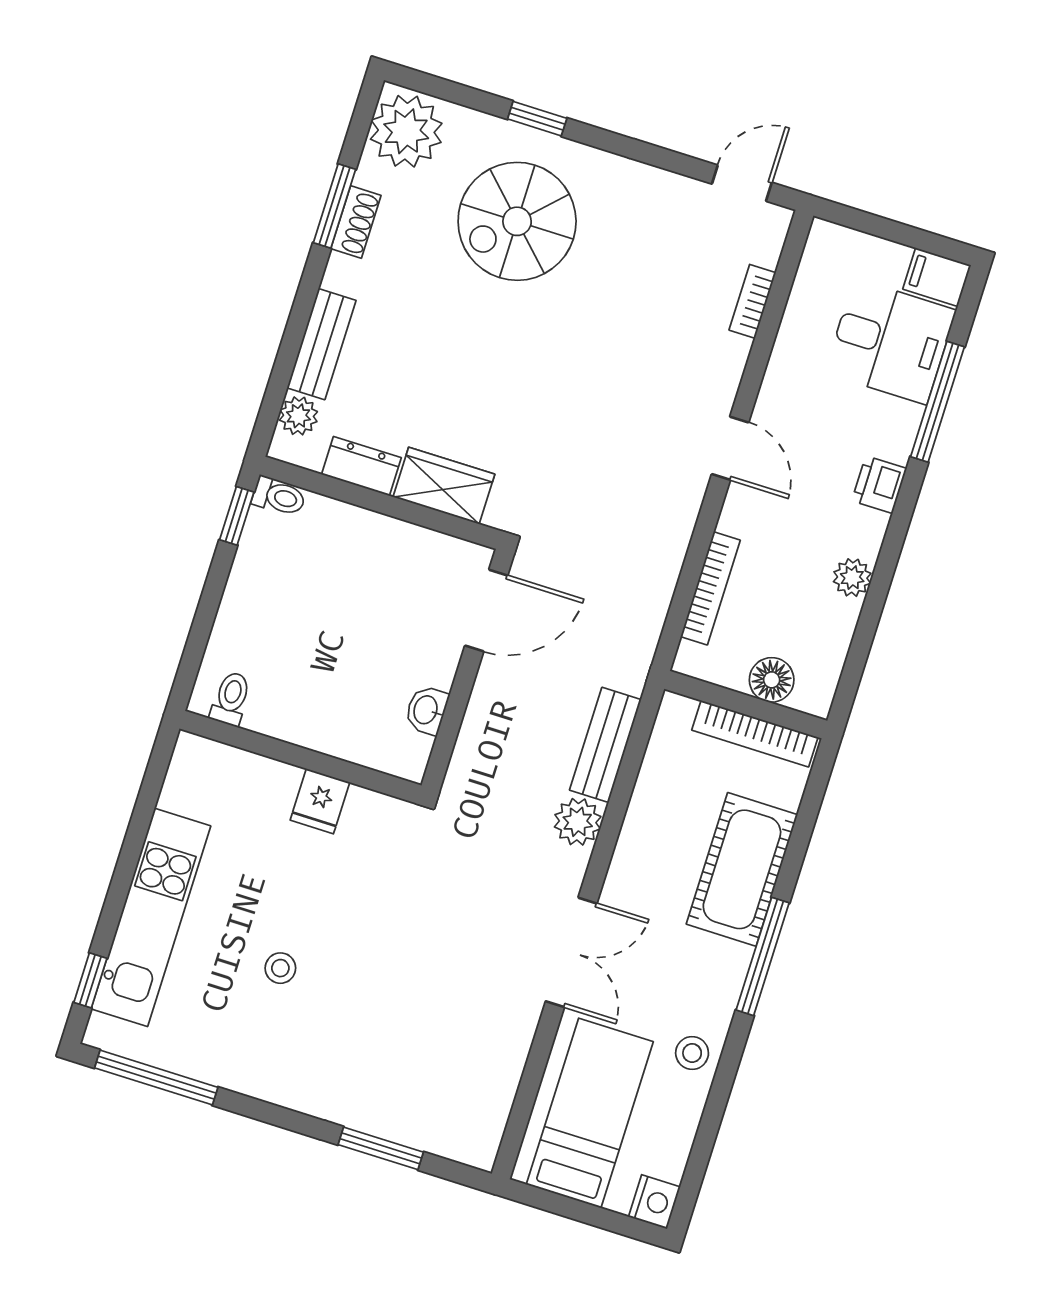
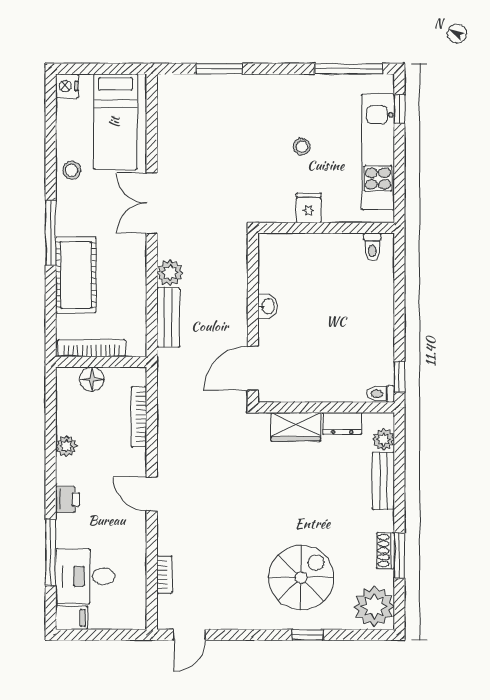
toilet: (231, 699) -> (372, 247), moved
wall: (300, 757) -> (326, 228), moved
fridge: (320, 801) -> (309, 208), moved

